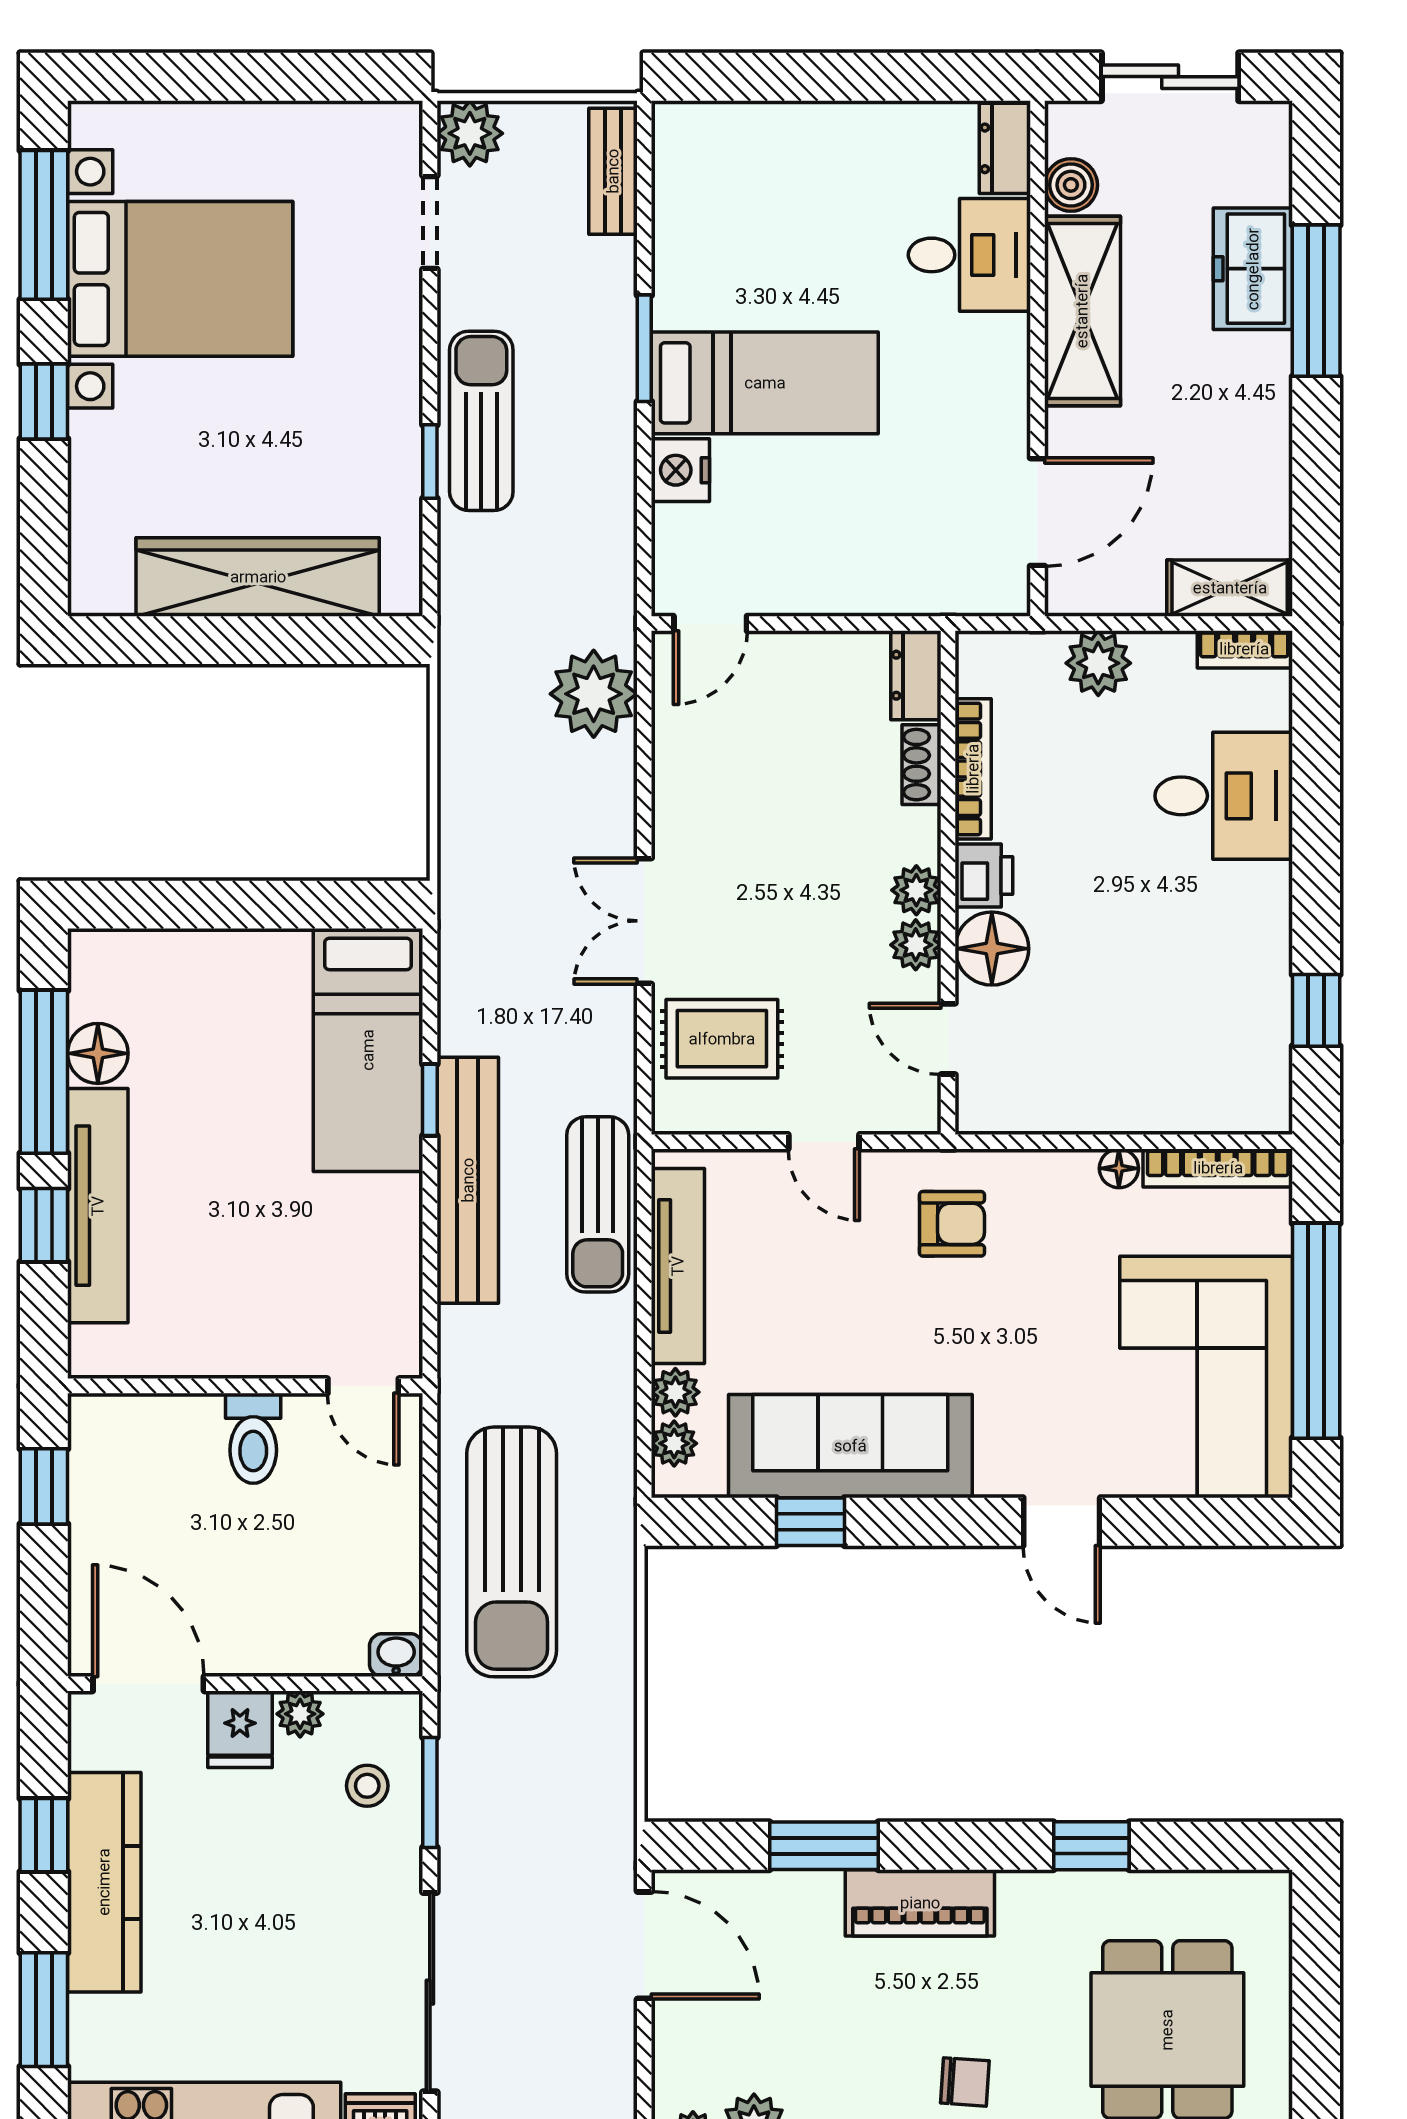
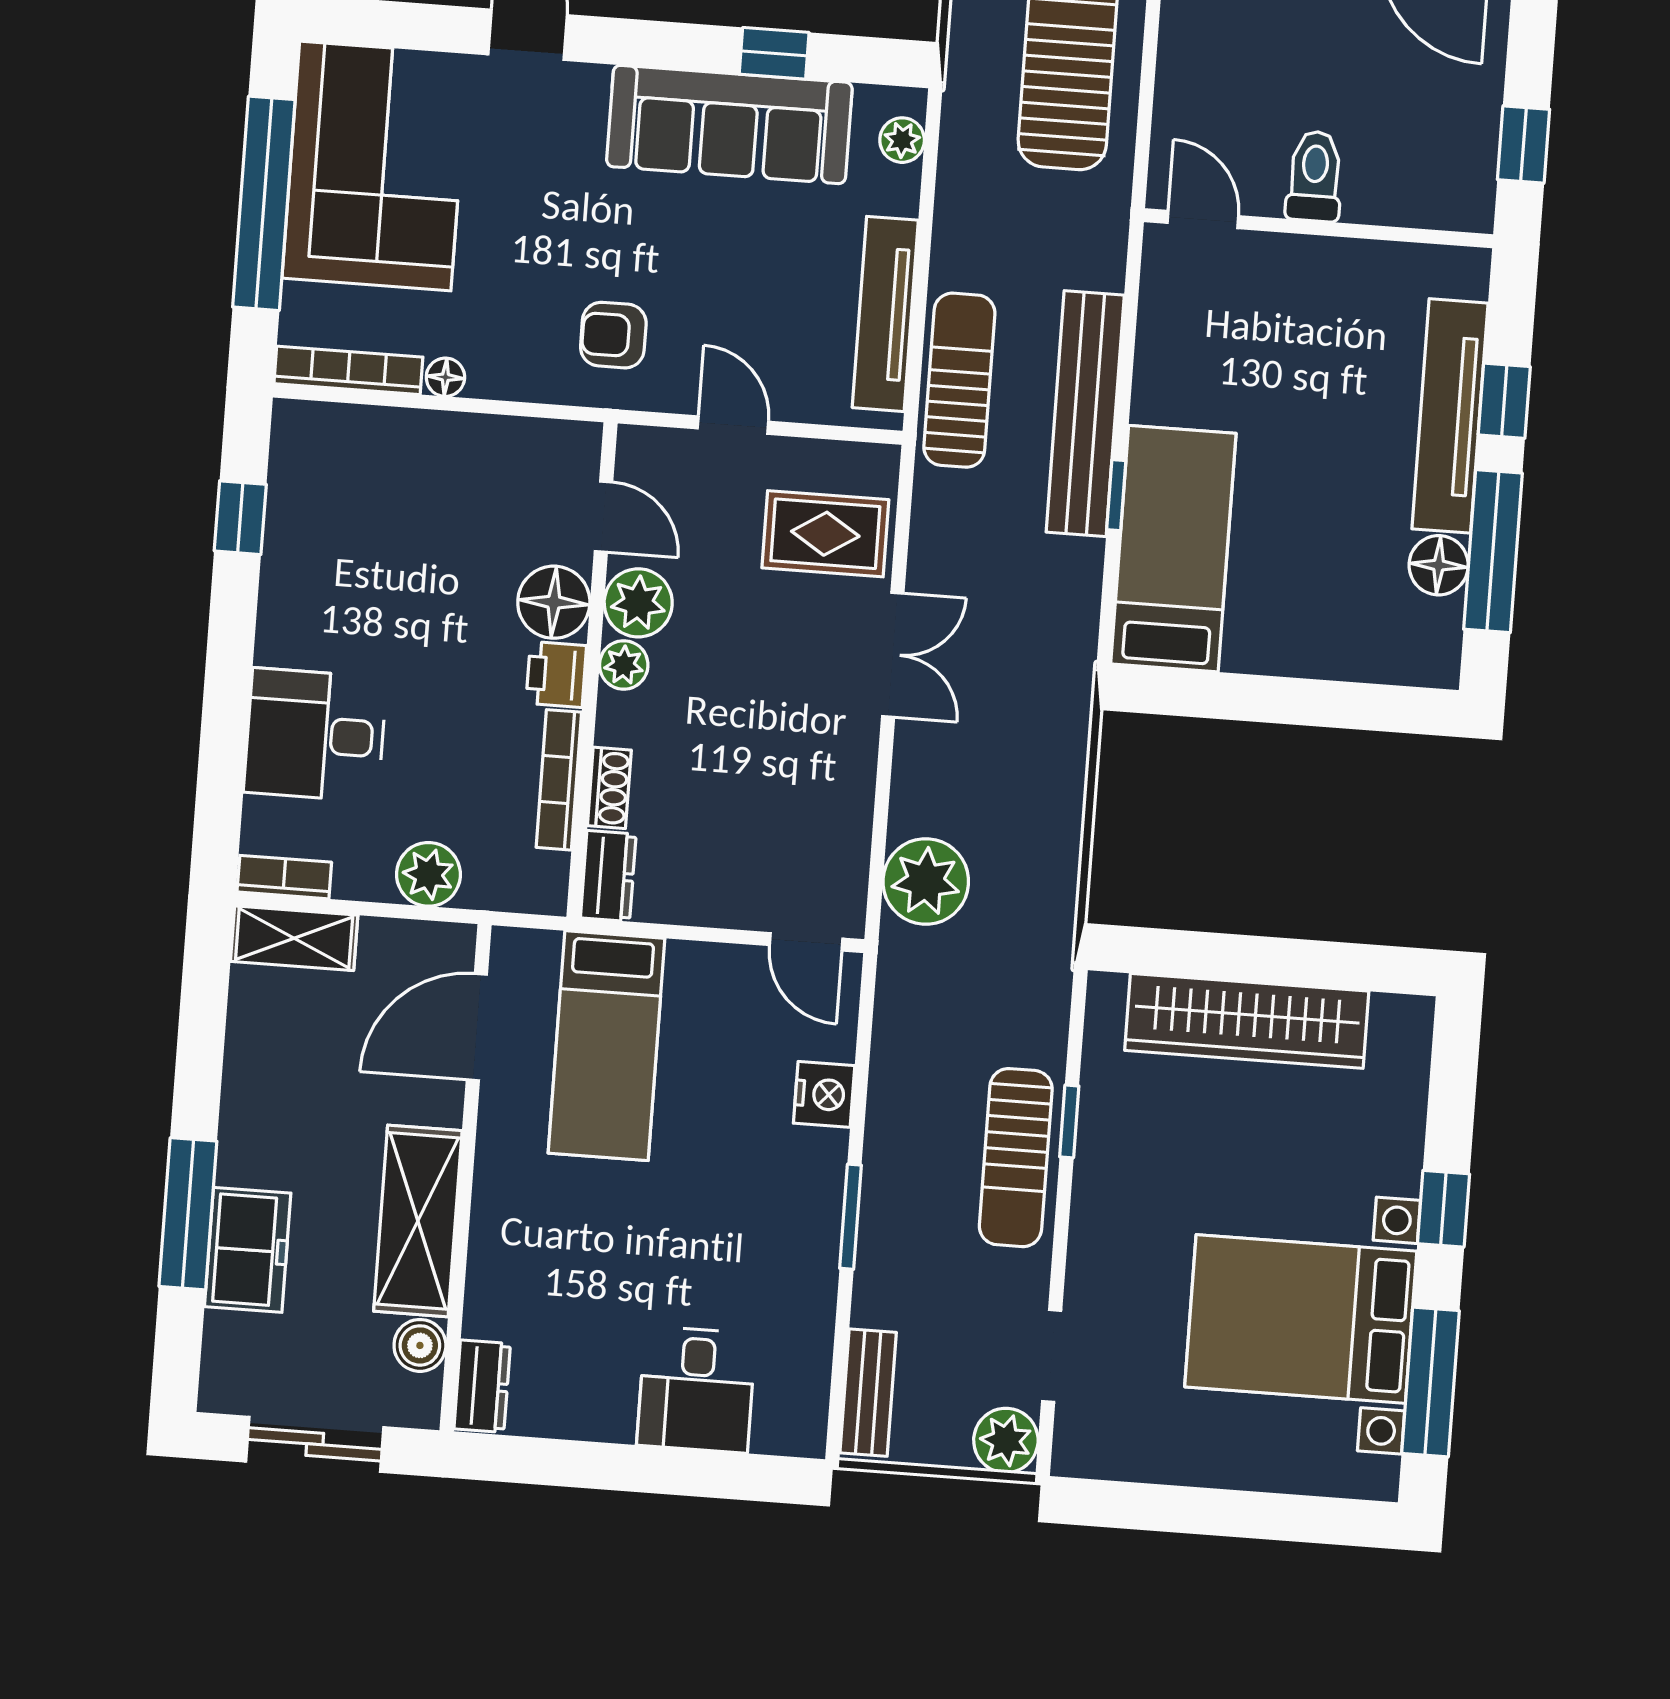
desk: (969, 255) -> (696, 1389), moved, turned -90
bed: (765, 383) -> (606, 1046), moved, turned -90
door: (710, 623) -> (806, 942), swing flipped
plant: (916, 945) -> (638, 603), width x1.38, depth x1.38
plant: (675, 1392) -> (897, 190), removed

